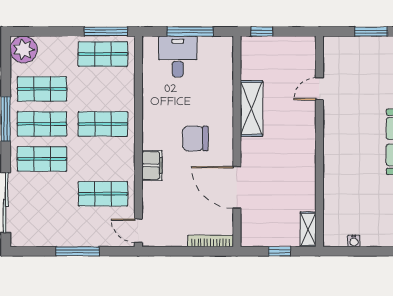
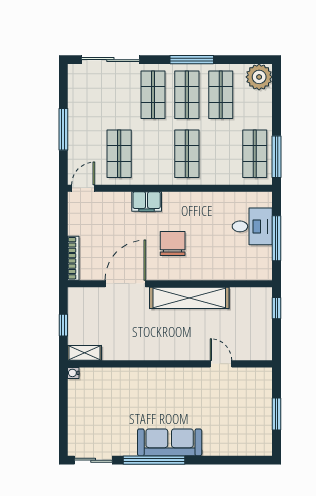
shelving: (251, 108) -> (189, 298), width x1.47
water cooler: (354, 241) -> (73, 373), moved

